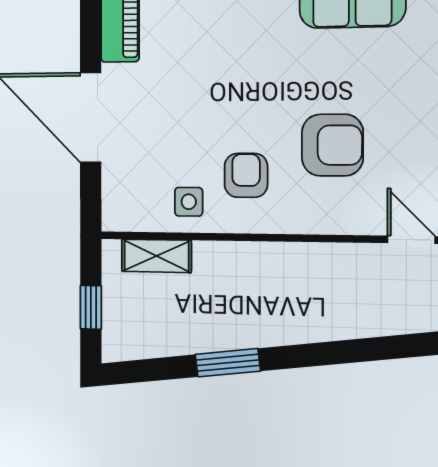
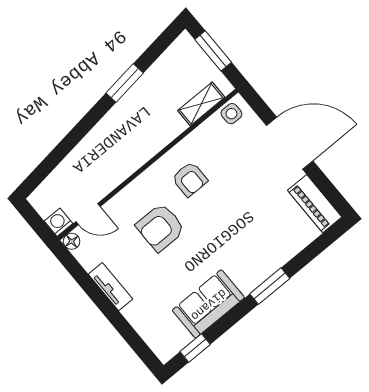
side table: (189, 202) -> (231, 114), moved
window: (91, 307) -> (213, 51), width x1.50

